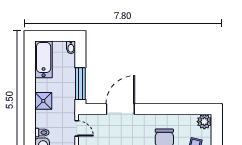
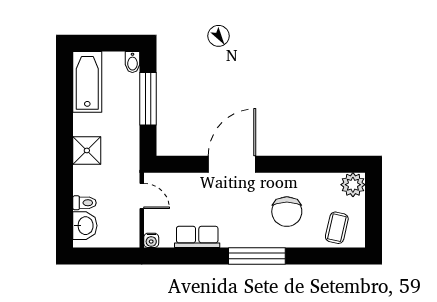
window: (80, 84) -> (148, 99), moved
door: (120, 109) -> (232, 164), moved

